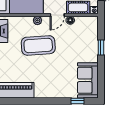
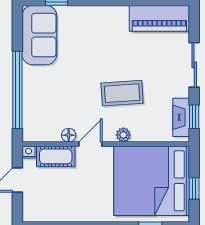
coffee table: (38, 45) -> (122, 93), width x0.73, depth x0.76
window: (101, 47) -> (17, 90), width x3.17

